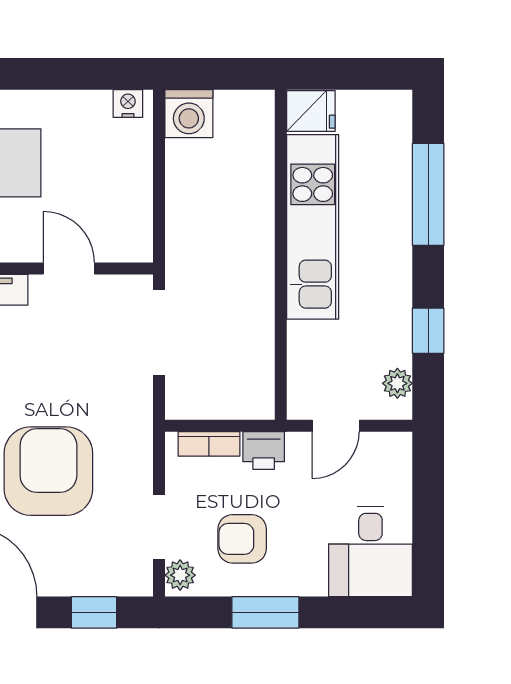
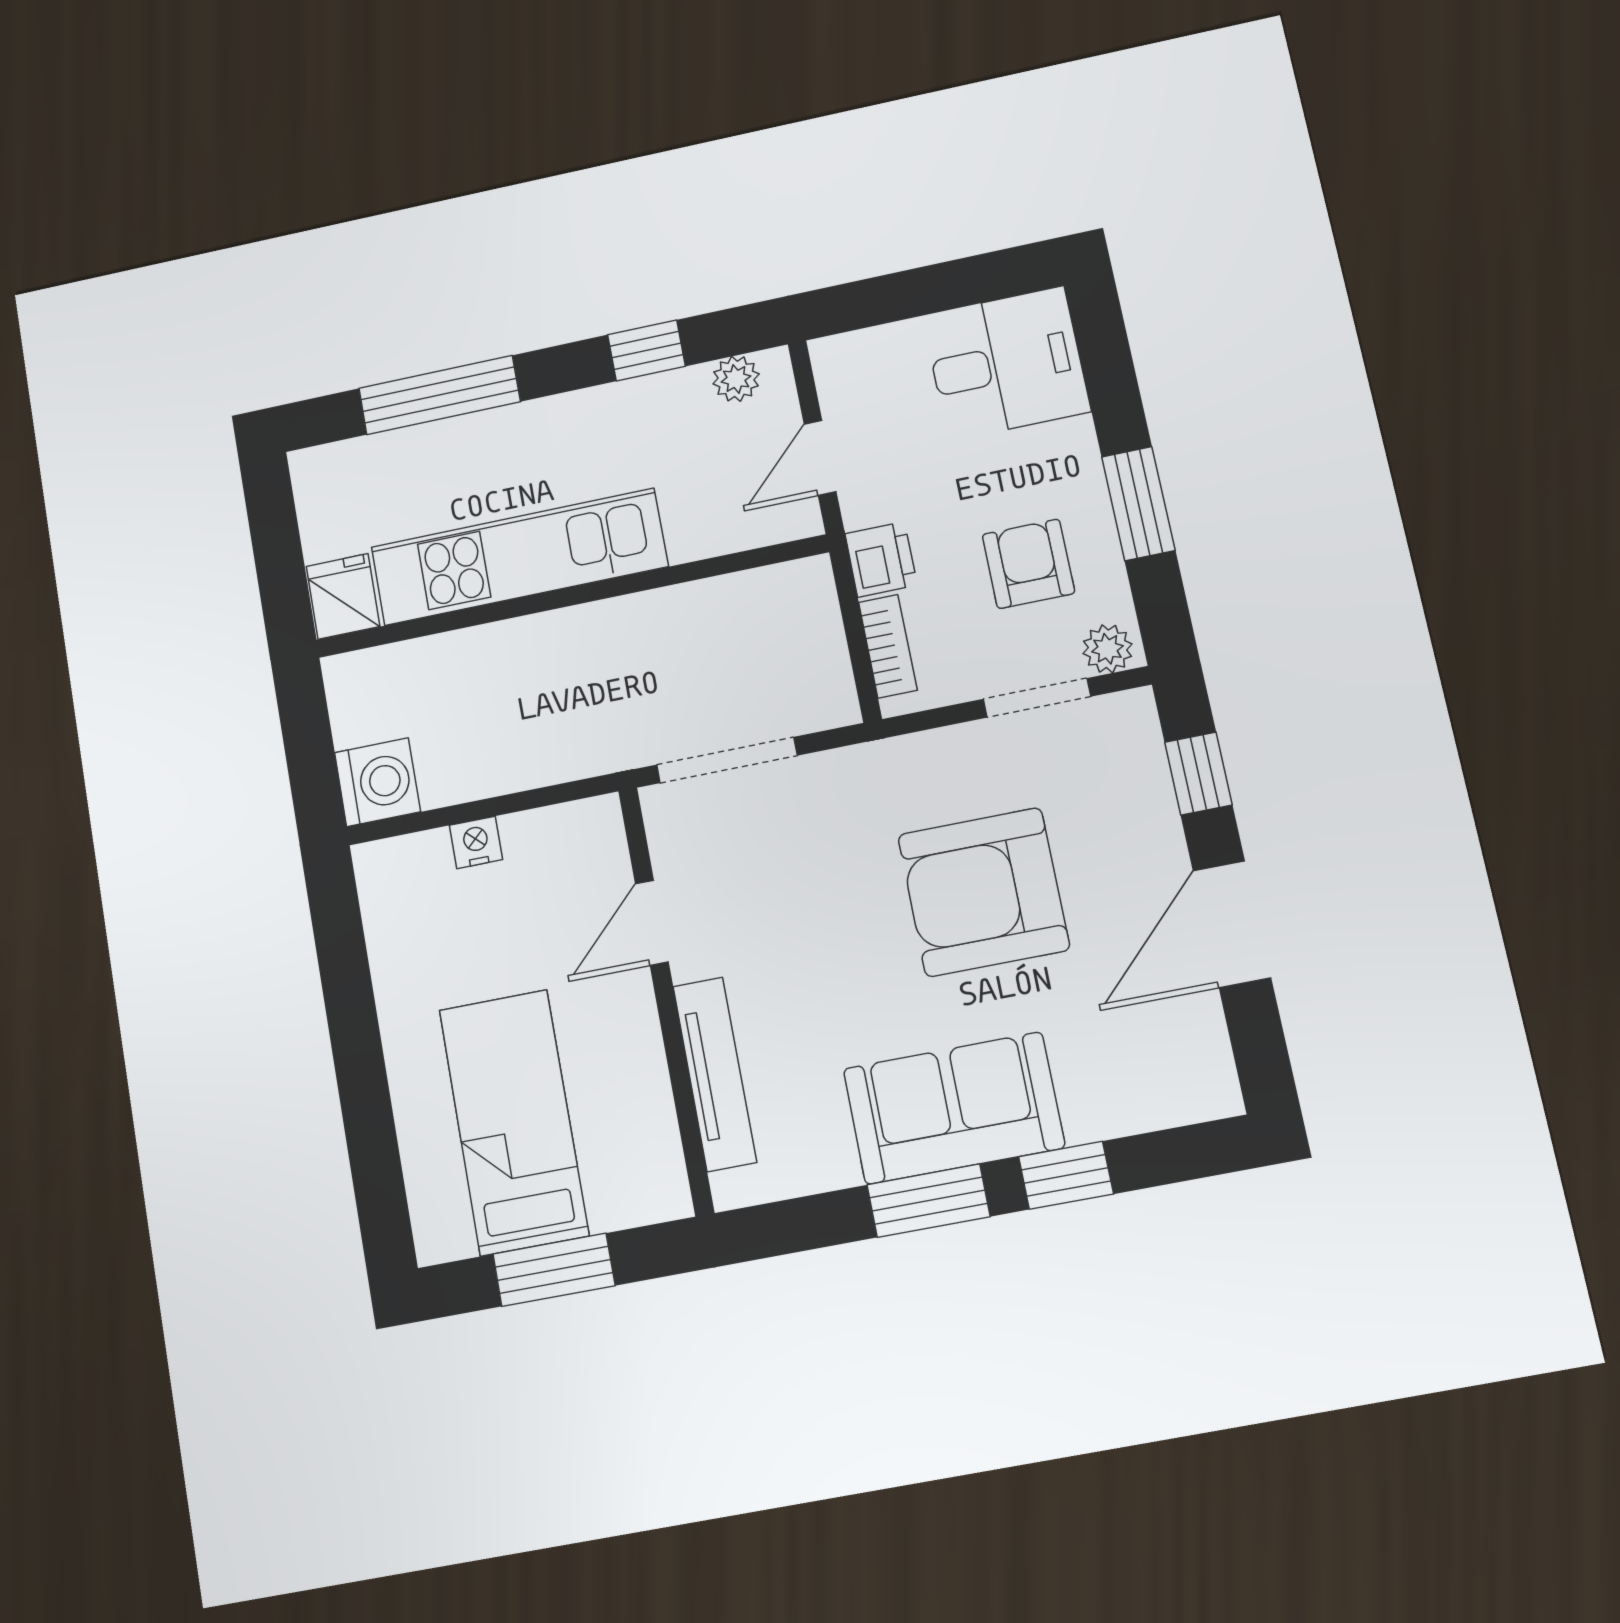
nightstand: (128, 104) -> (476, 842), moved, turned 90
door: (336, 426) -> (820, 458), swing flipped
armchair: (242, 539) -> (1028, 564), turned 180

